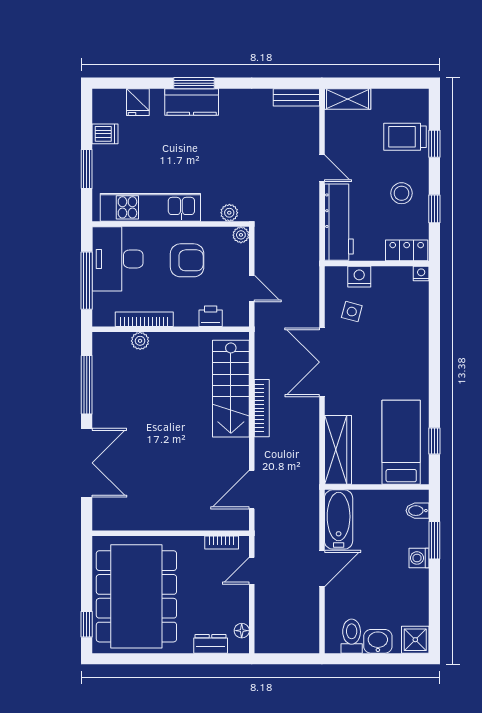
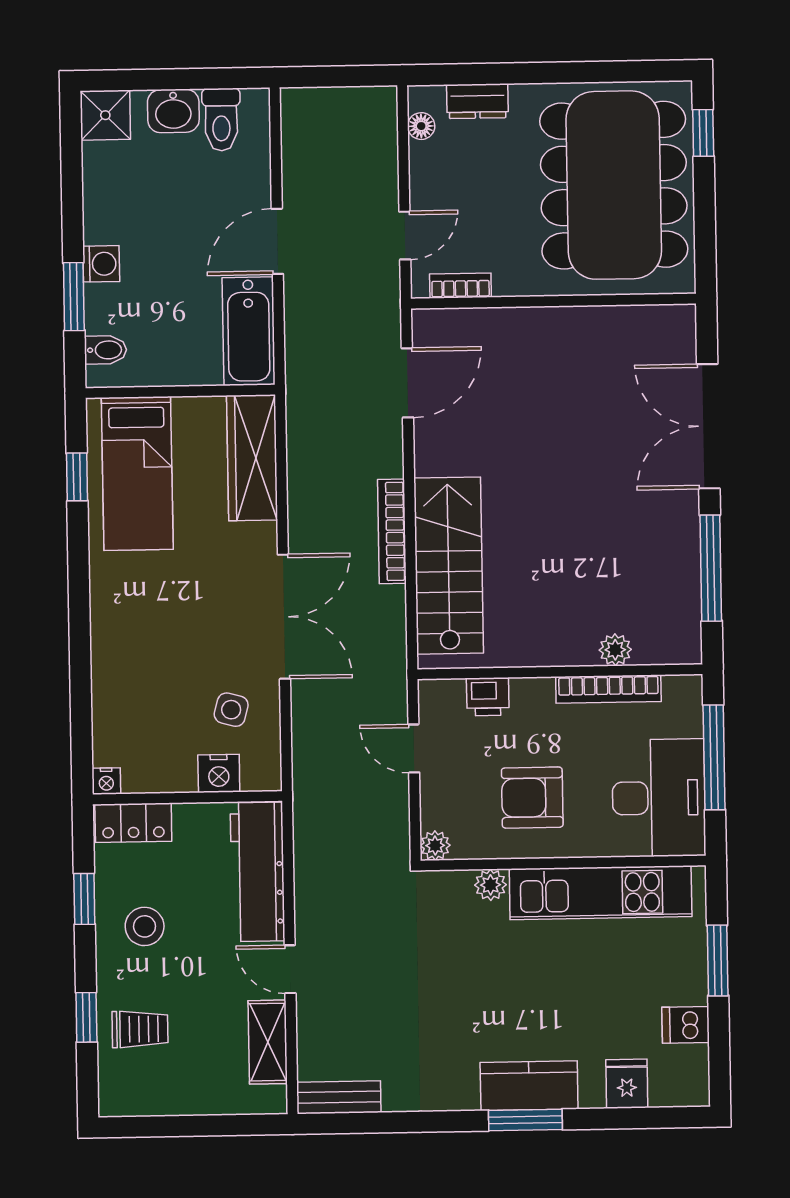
shelving: (348, 99) -> (268, 1042), moved, turned 90
trolley: (405, 137) -> (140, 1029), width x0.73, depth x0.72
plant: (229, 213) -> (491, 885), moved

